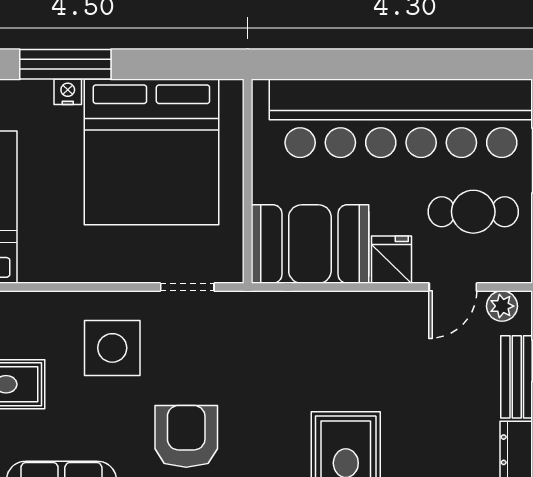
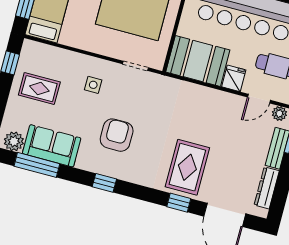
side table: (112, 348) -> (93, 85), width x0.54, depth x0.54

